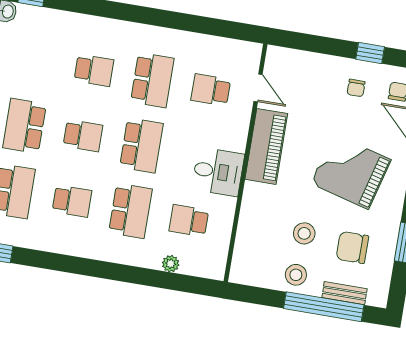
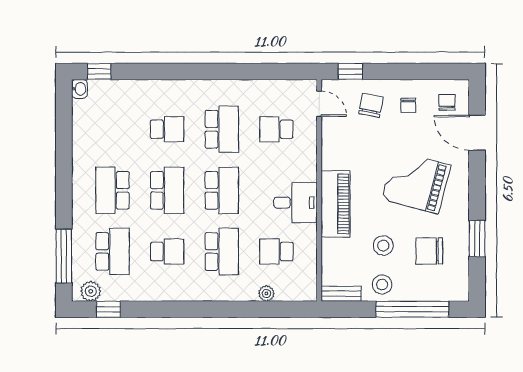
window: (370, 53) -> (350, 71), moved
chair: (316, 81) -> (371, 105), added
door: (258, 88) -> (319, 104), moved
school desk: (83, 136) -> (167, 190), width x1.85
piano: (266, 146) -> (336, 204), moved
bench: (344, 293) -> (341, 294), moved

